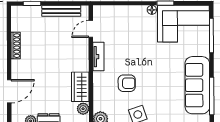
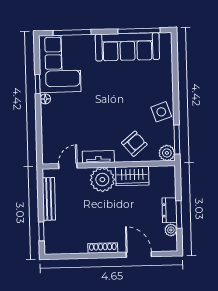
door: (91, 29) -> (68, 166), swing flipped
shoe rack: (16, 46) -> (103, 248), moved
armchair: (127, 83) -> (134, 144), moved, turned 50
plant: (83, 109) -> (102, 180), moved, width x1.88, depth x1.88

